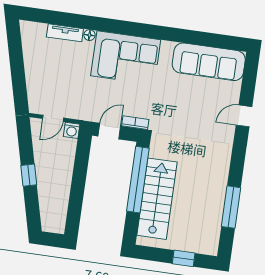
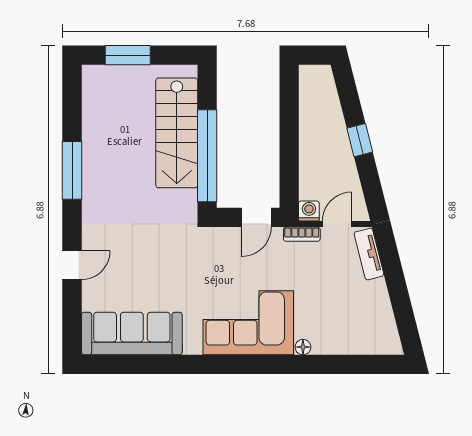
tv unit: (65, 33) -> (369, 254), moved, turned -104
bookcase: (135, 123) -> (302, 234), moved
window: (231, 207) -> (72, 170), moved
window: (184, 258) -> (128, 55), width x1.50

